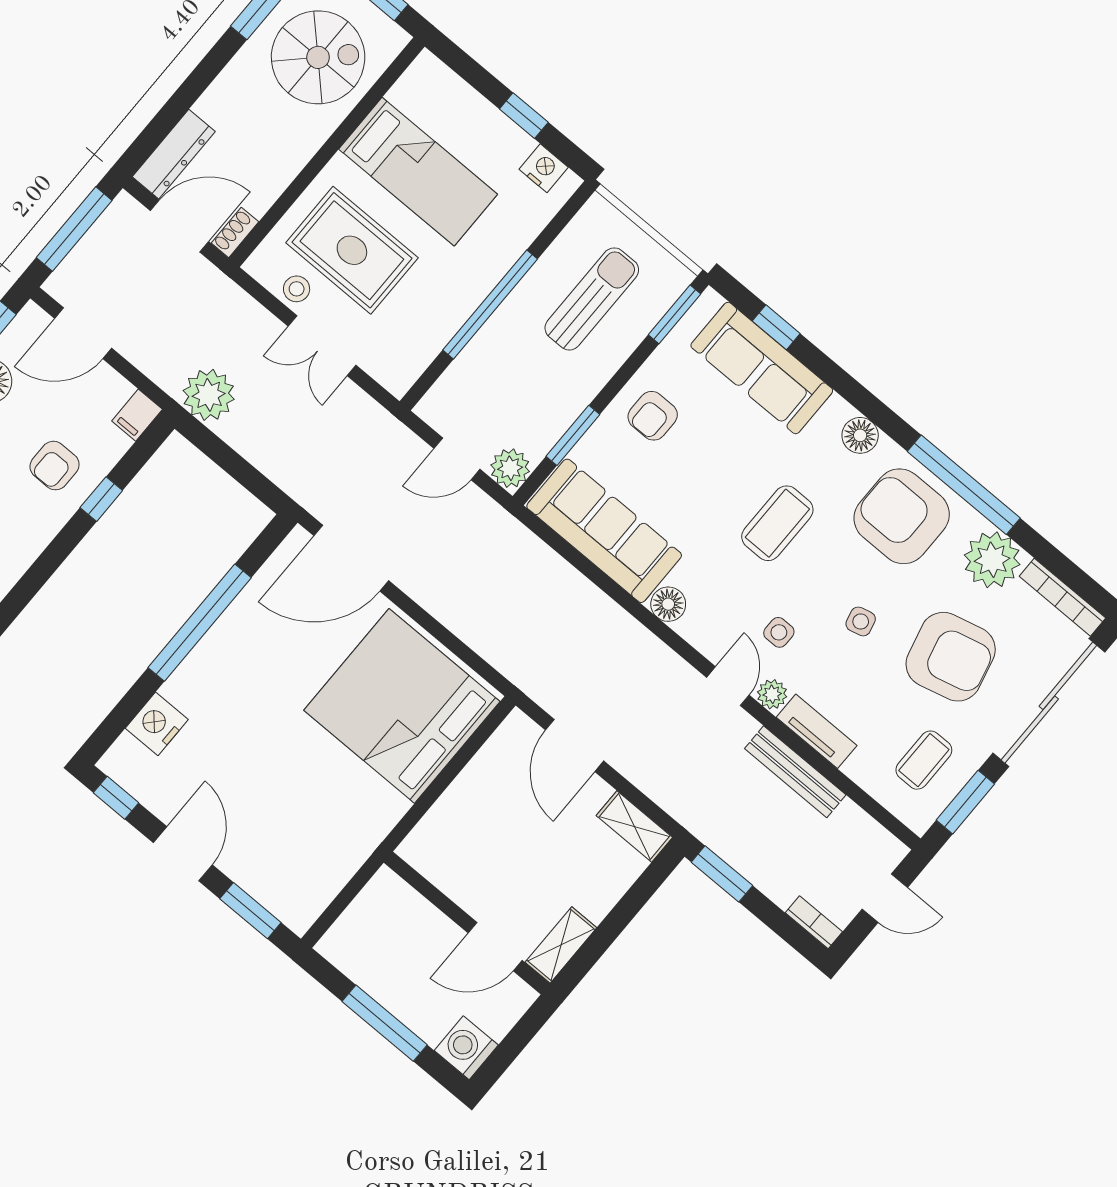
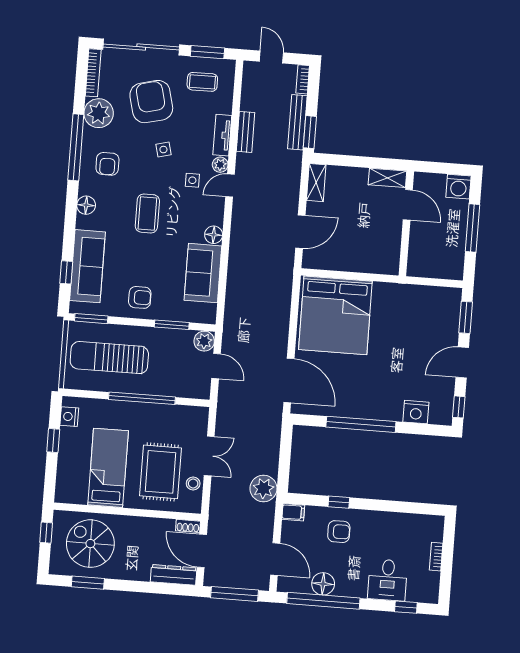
sun lounger: (592, 299) -> (109, 358), width x1.36, depth x1.34
armchair: (902, 516) -> (107, 164), width x0.53, depth x0.53
coffee table: (777, 523) -> (147, 213), turned 90
sofa: (604, 531) -> (203, 273), width x0.73
bench: (795, 772) -> (246, 132), width x0.73
bench: (752, 865) -> (297, 122), added

